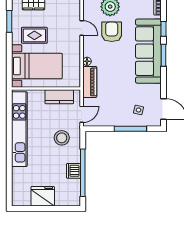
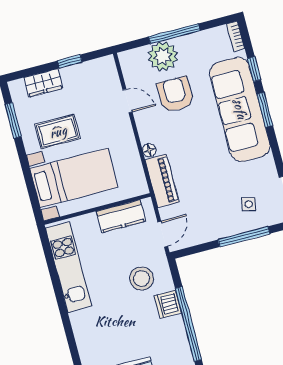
kitchen unit: (19, 129) -> (69, 267), width x0.73
dishwasher: (73, 171) -> (168, 304), moved

